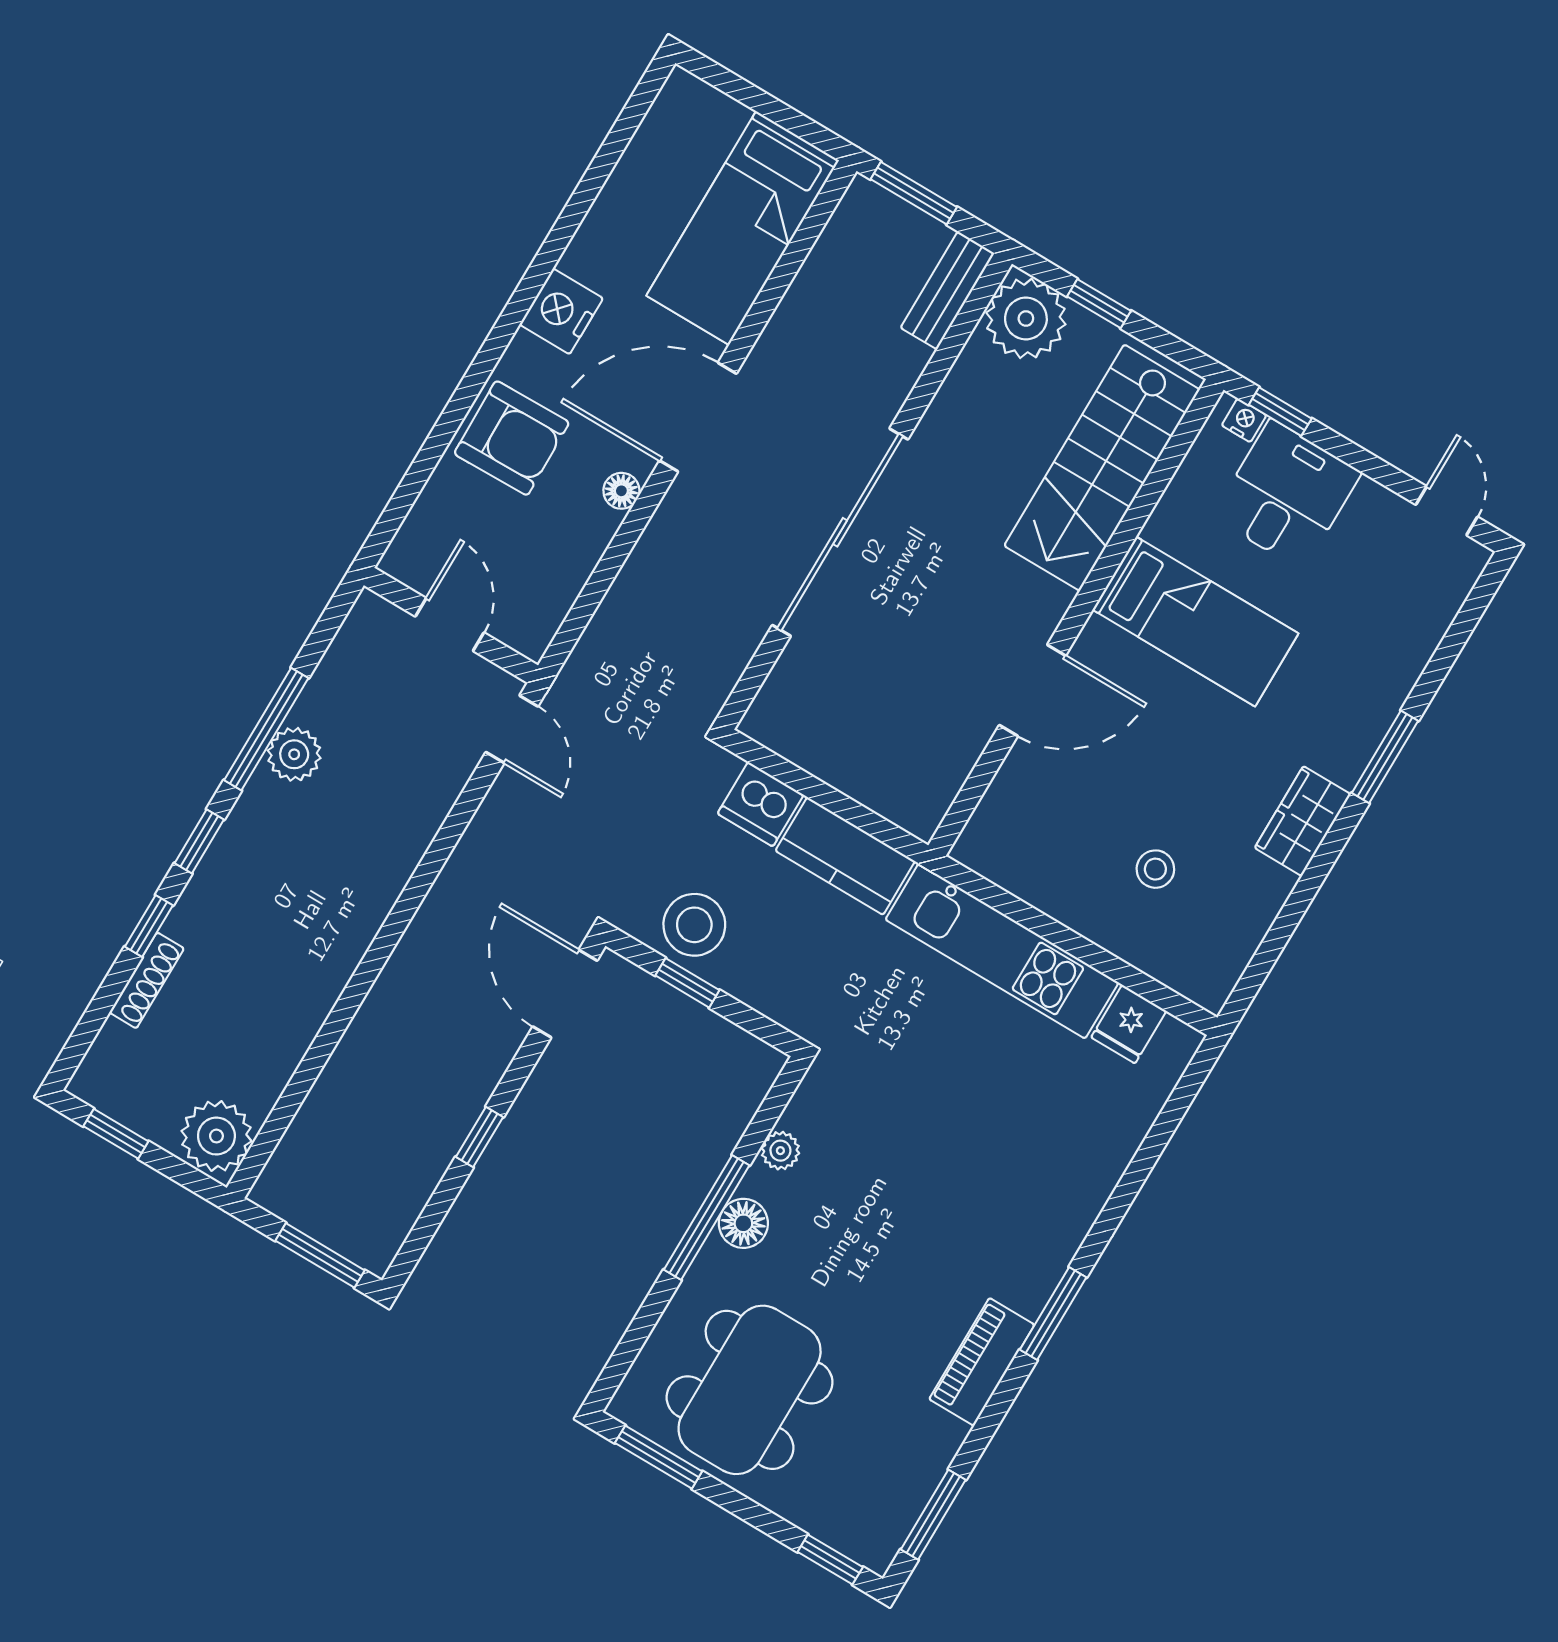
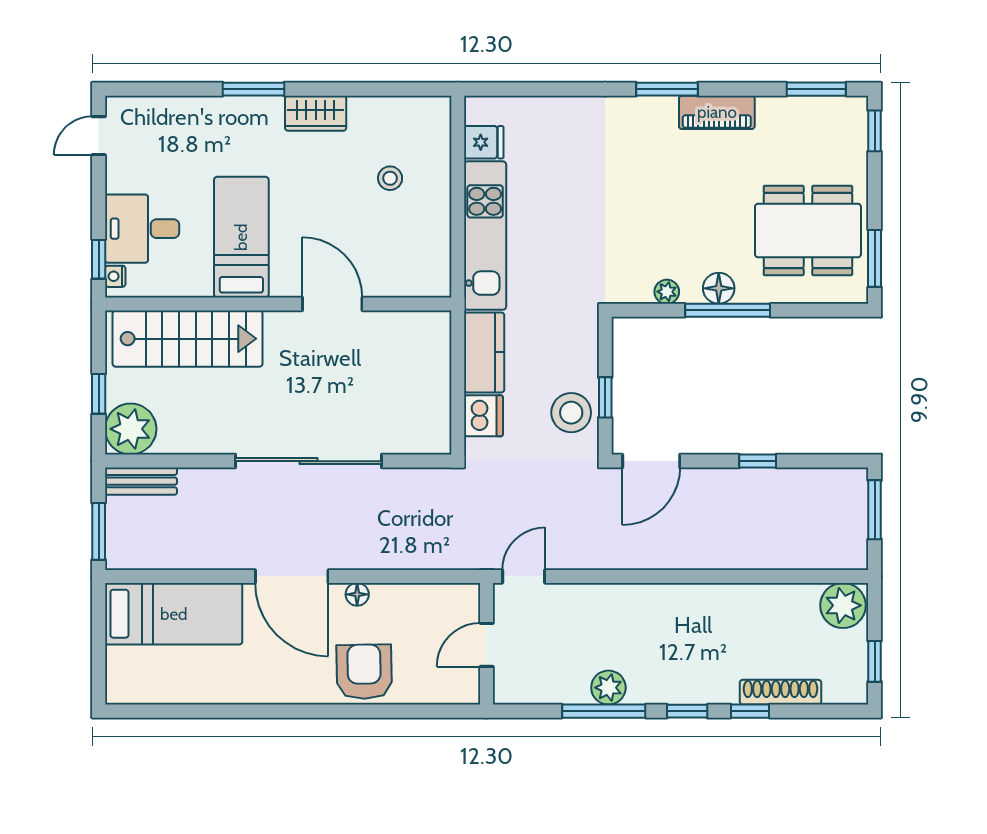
nightstand: (561, 311) -> (278, 686), removed
shoe rack: (147, 980) -> (781, 692), width x1.36, depth x1.24

